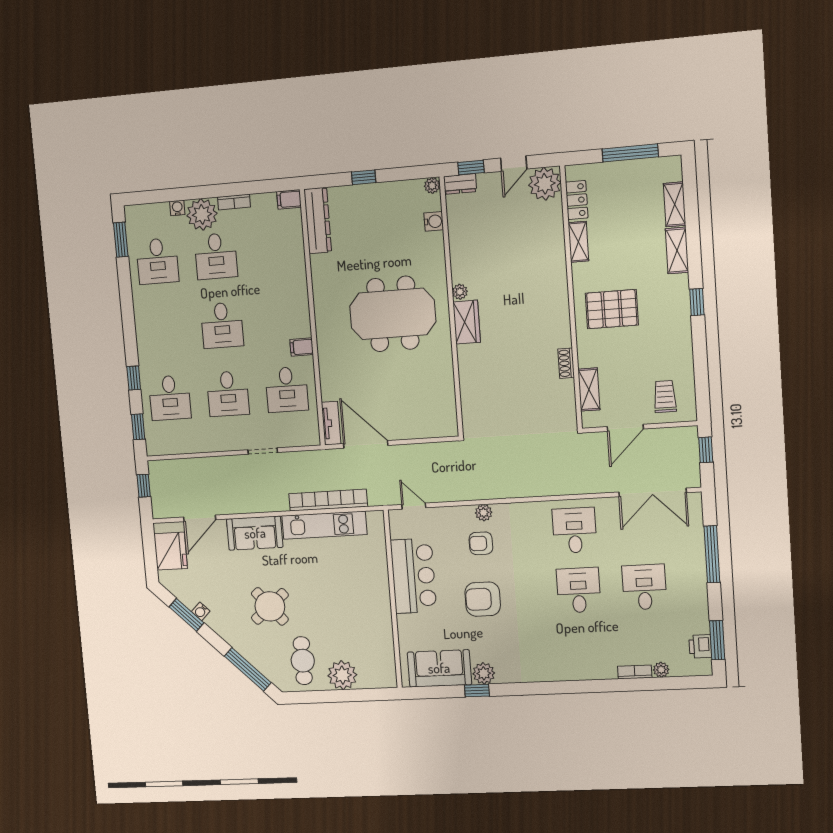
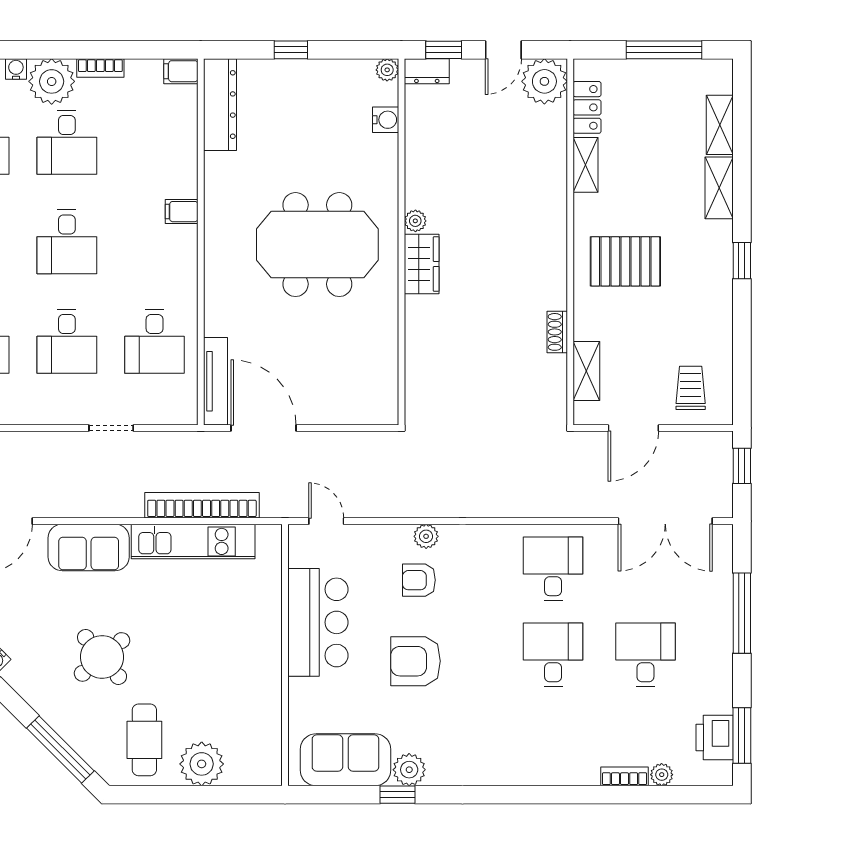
filing cabinet: (302, 347) -> (182, 212), moved
tv unit: (331, 423) -> (215, 381), width x1.41
printer: (700, 646) -> (715, 737), width x1.36, depth x1.24

